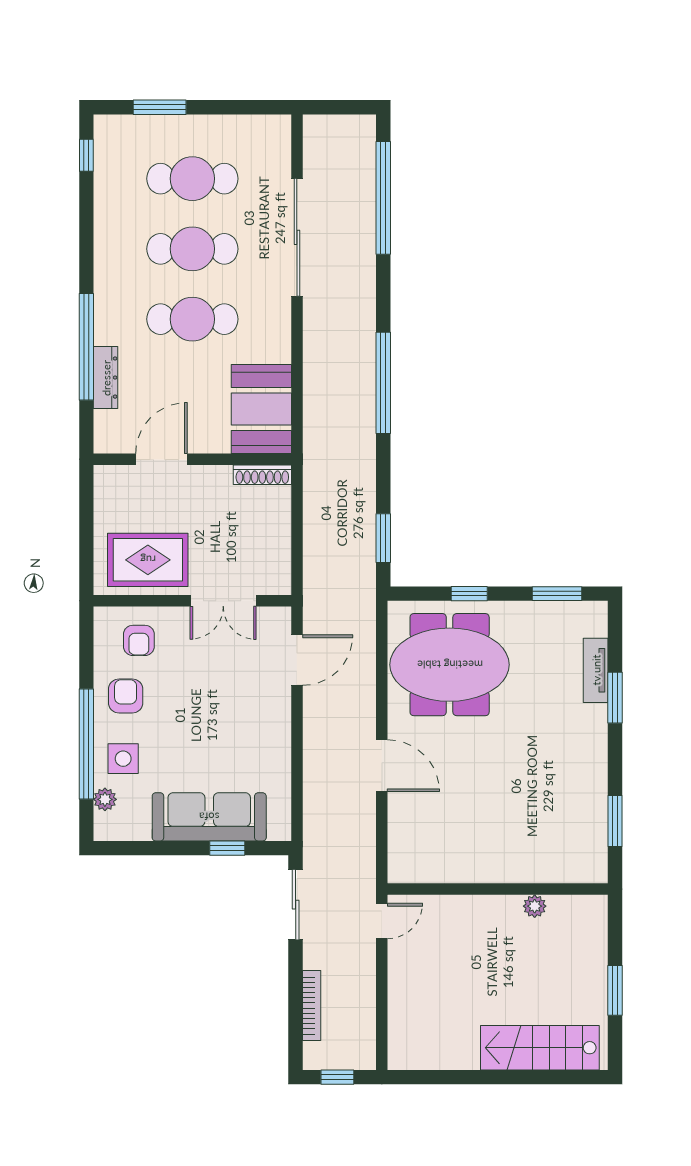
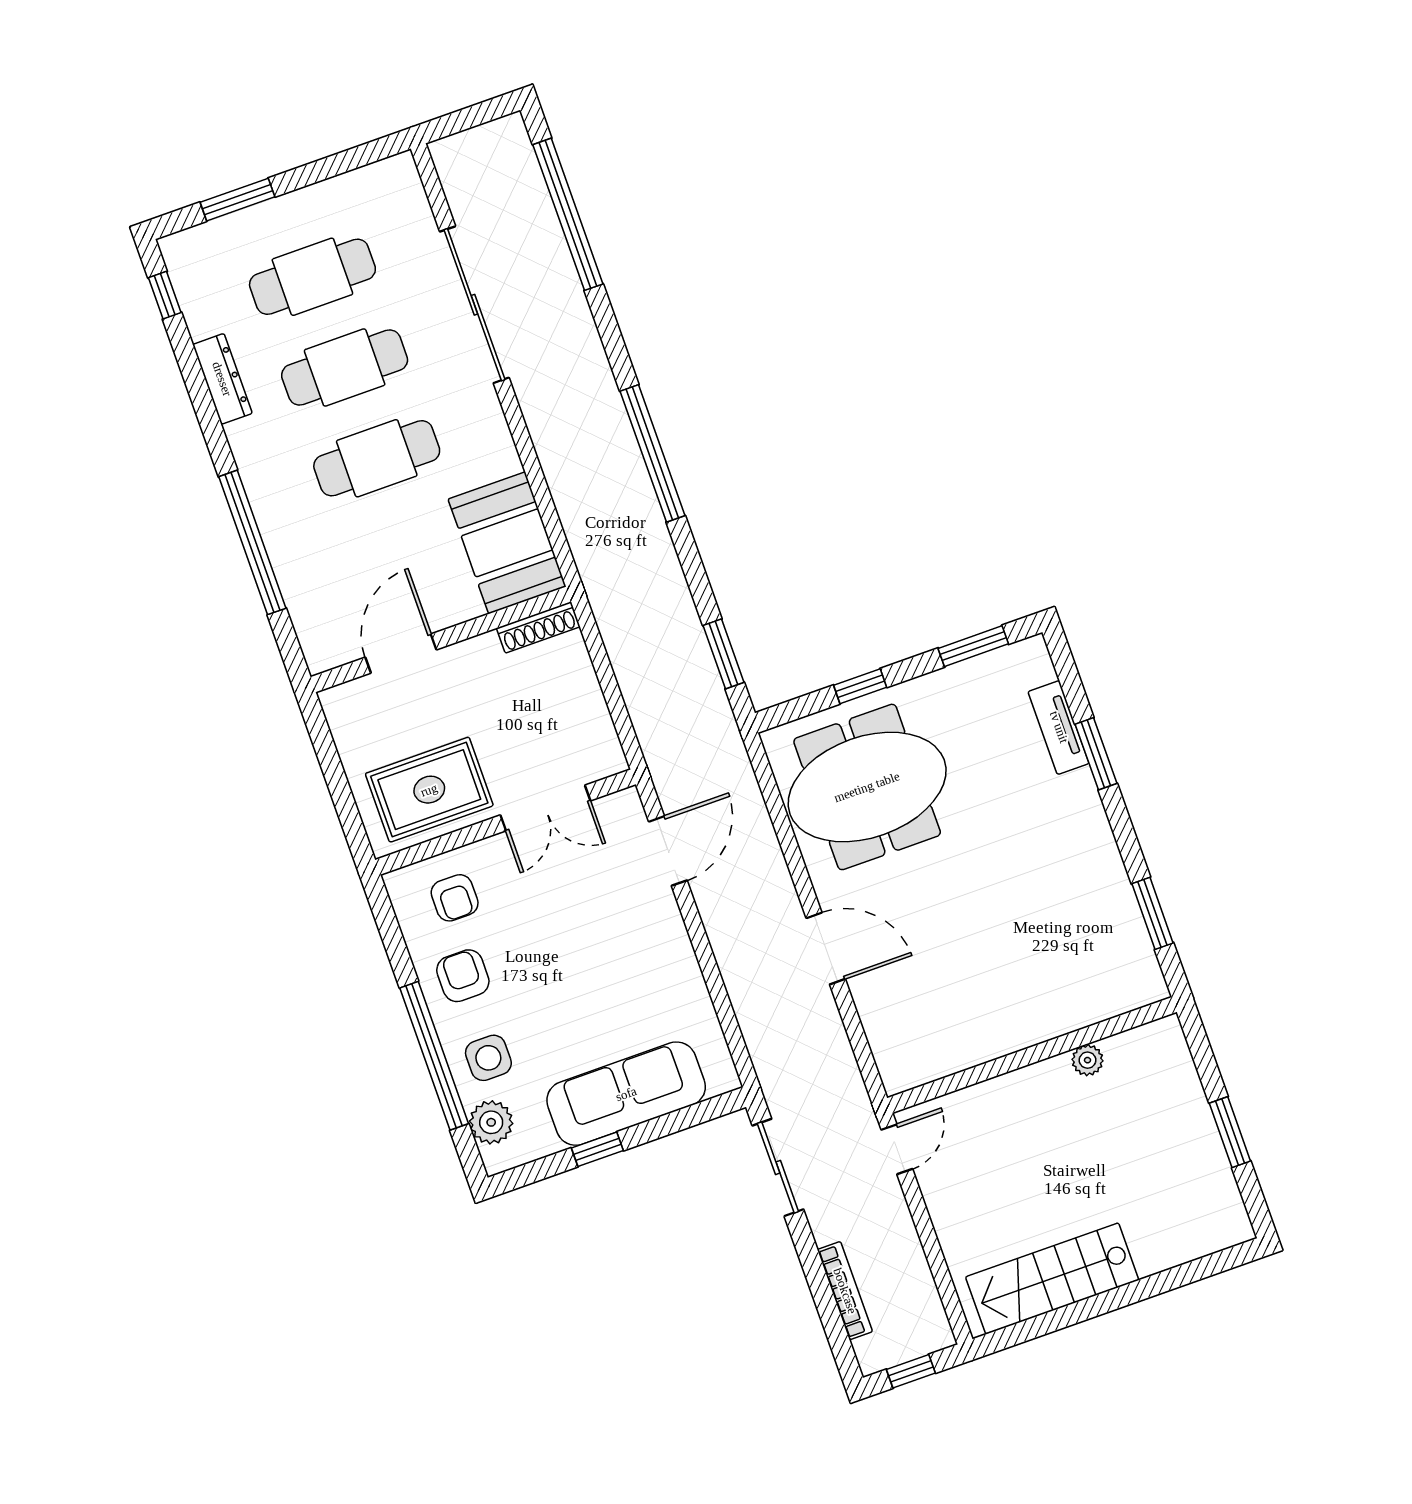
dresser: (106, 378) -> (222, 379), moved
plant: (105, 799) -> (491, 1122), width x1.38, depth x1.38
window: (227, 848) -> (597, 1149), moved
stairs: (540, 1048) -> (1052, 1278), moved

